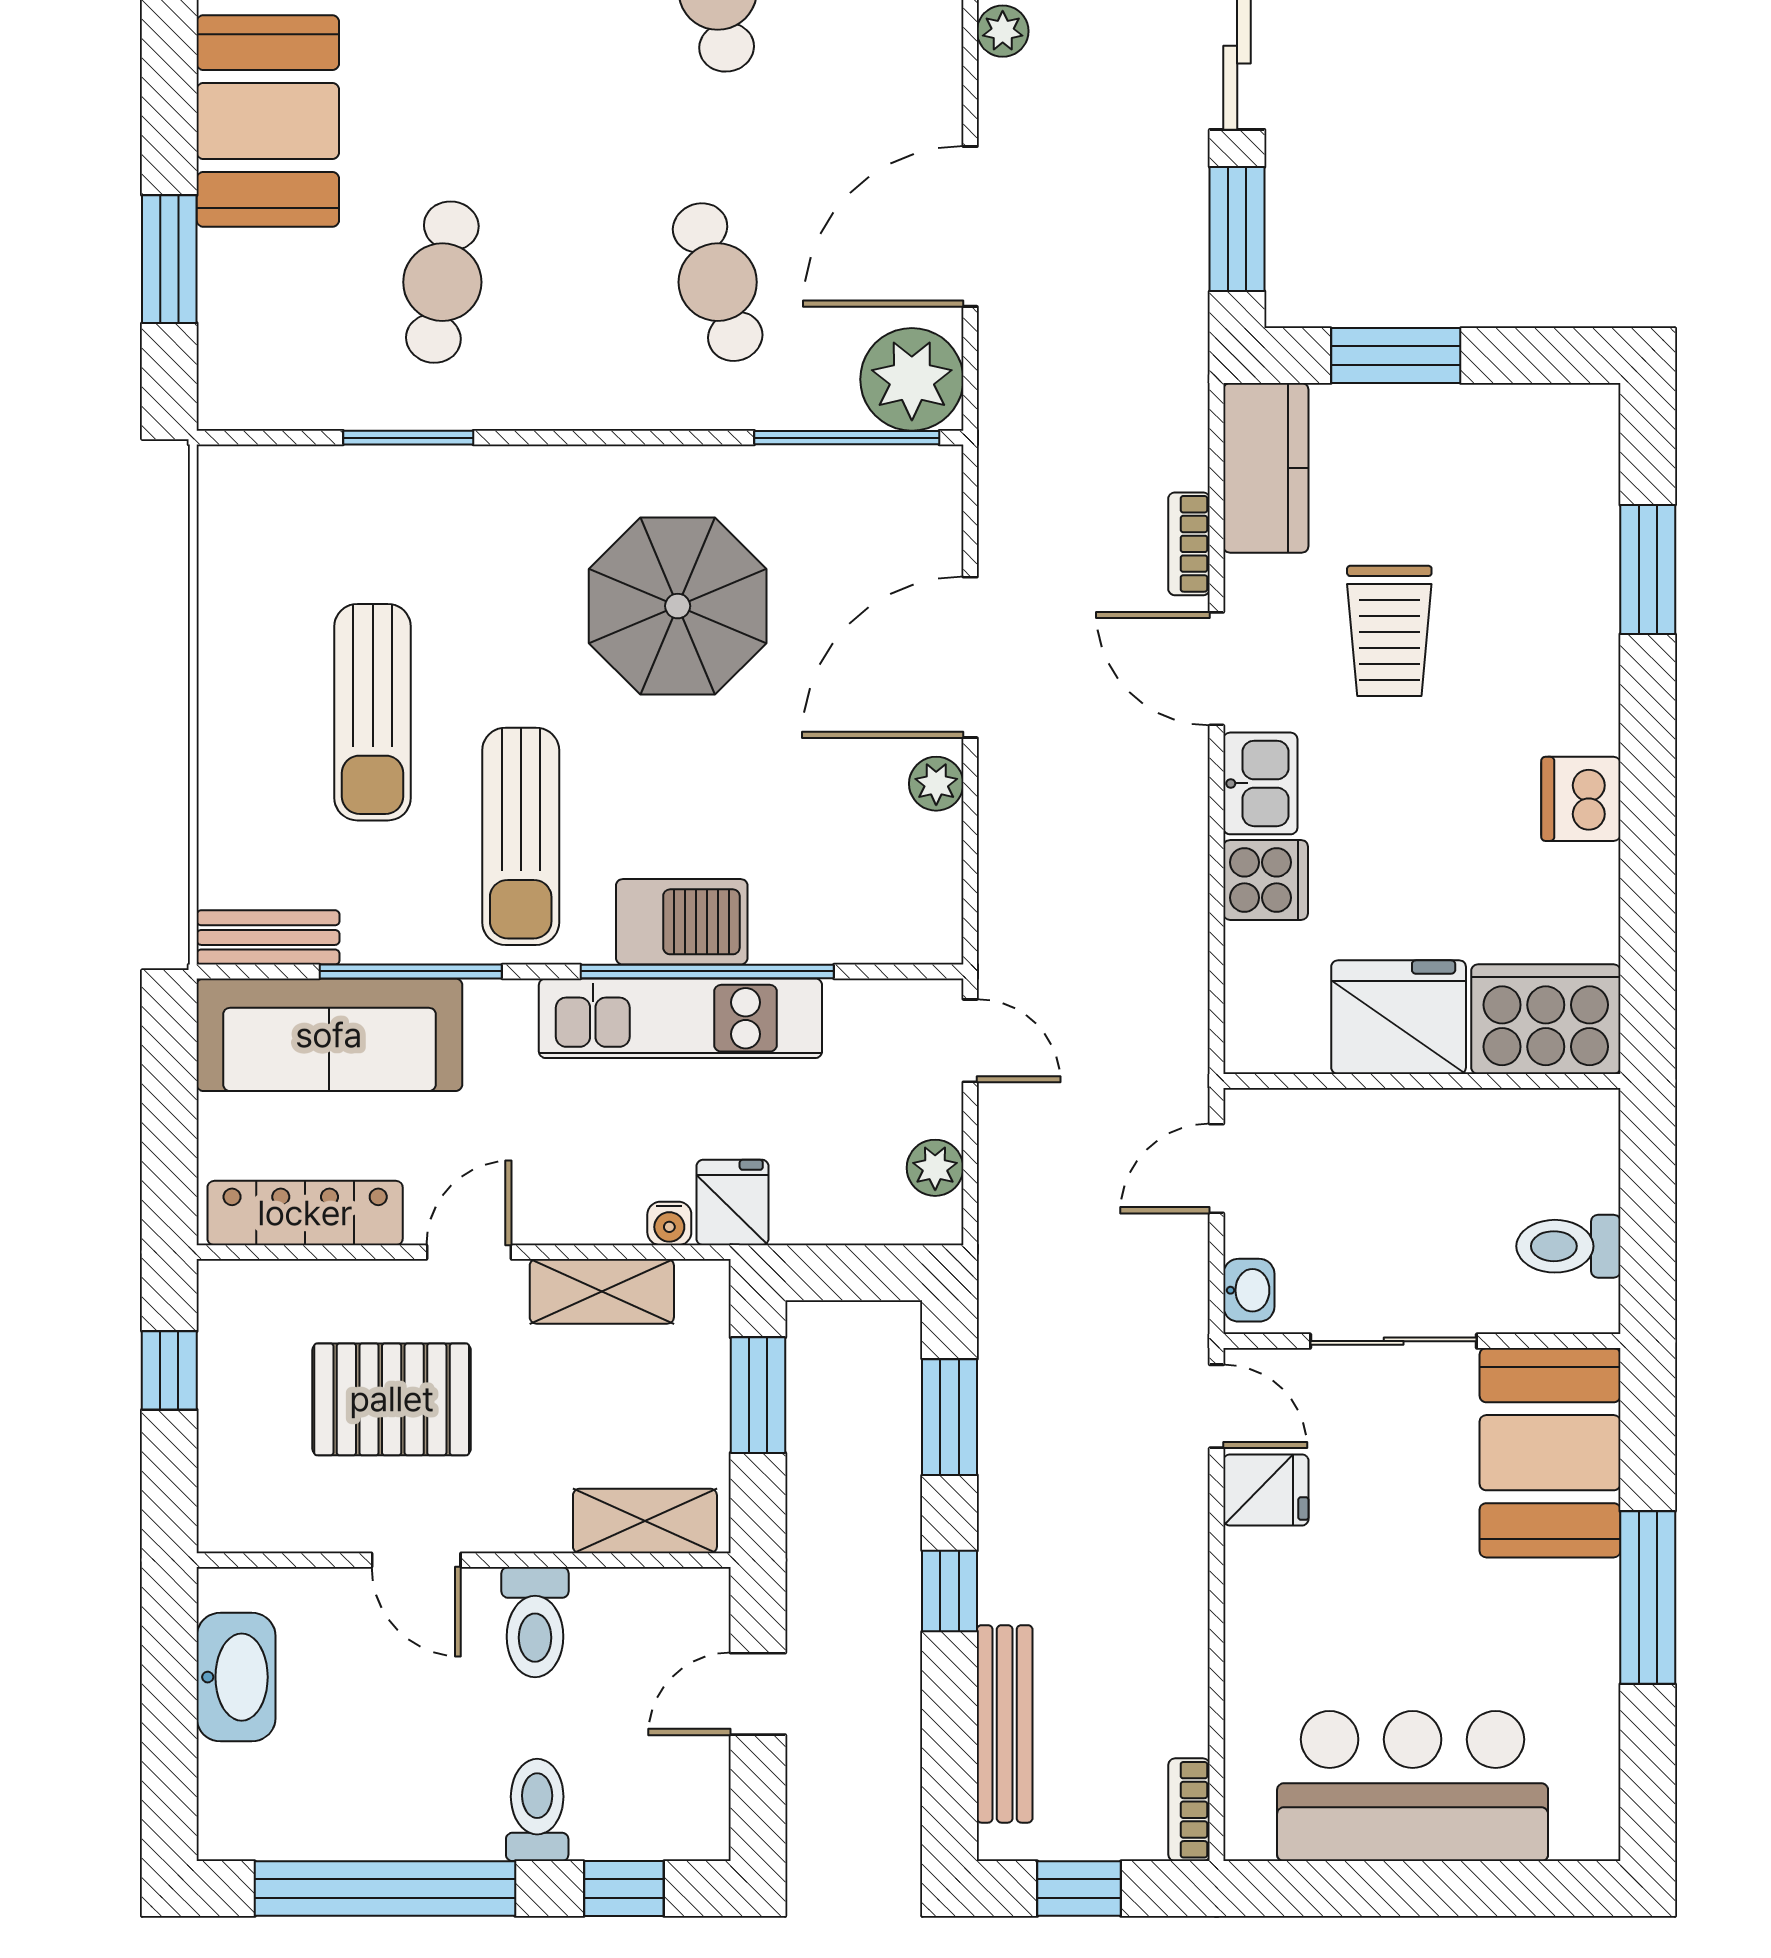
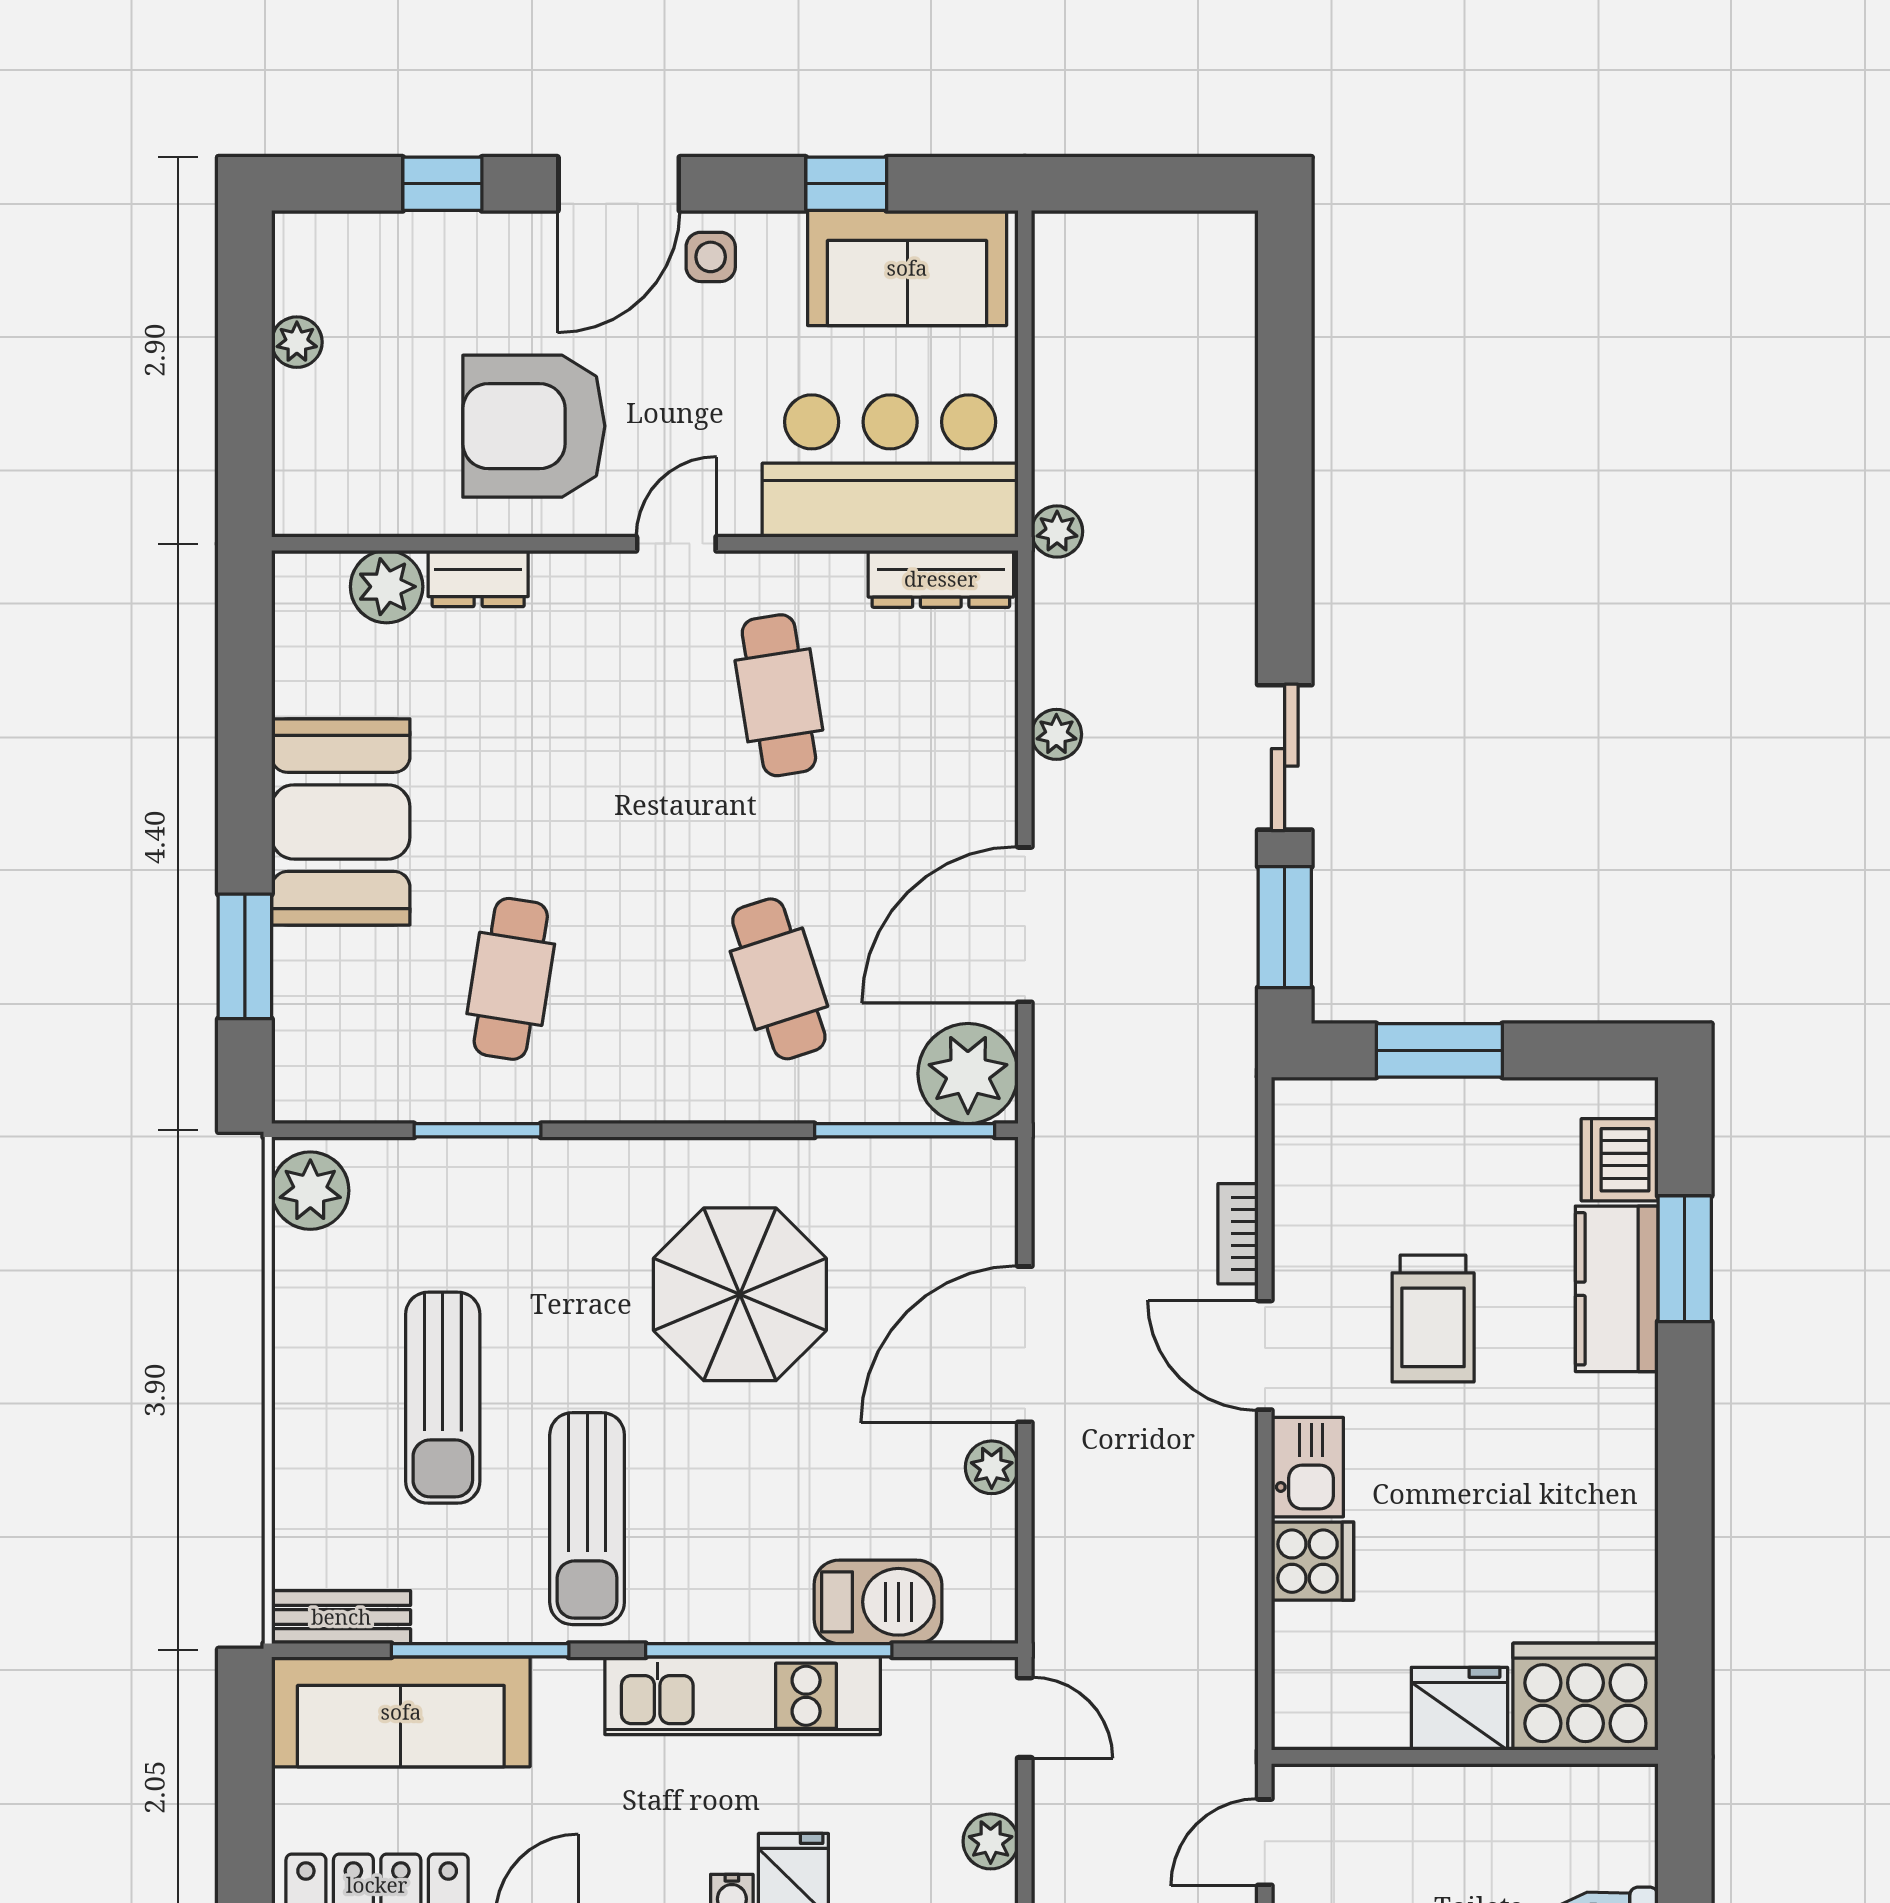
kitchen counter: (1266, 468) -> (1617, 1289), moved, turned 180
plant: (236, 500) -> (310, 1191), added
dishwasher: (1581, 799) -> (1620, 1160), moved
barbecue: (682, 922) -> (878, 1602), moved
fridge: (1399, 1017) -> (1459, 1709), width x0.73, depth x0.75

